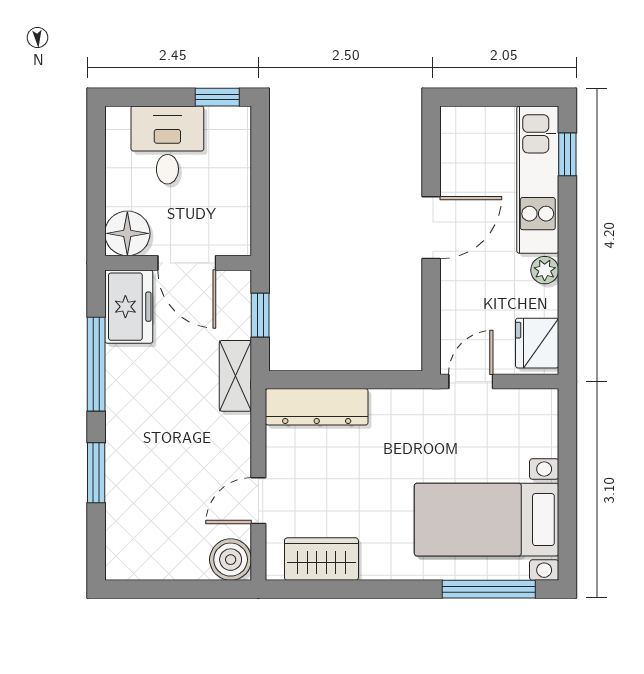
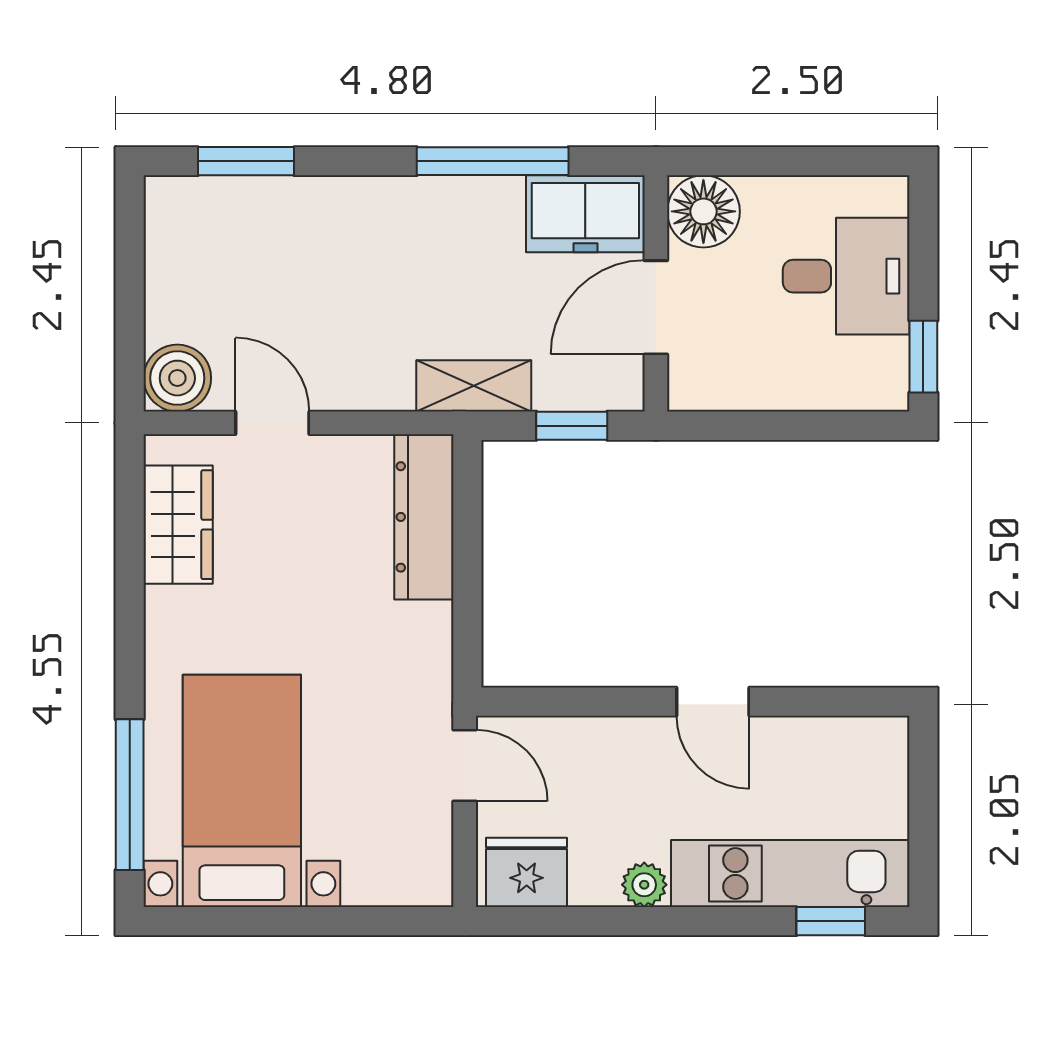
door: (431, 228) -> (713, 702), width x0.73
window: (96, 473) -> (246, 161), moved

